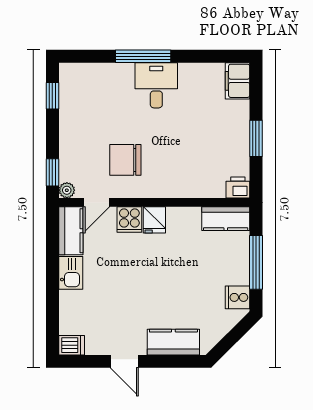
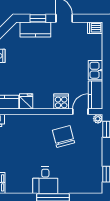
chair: (125, 160) -> (63, 137), turned -105
fridge: (154, 220) -> (26, 101), moved
window: (169, 361) -> (38, 18), added

